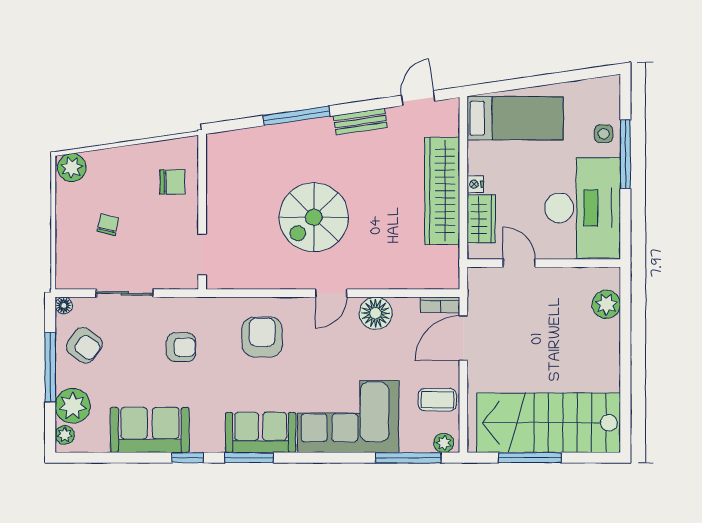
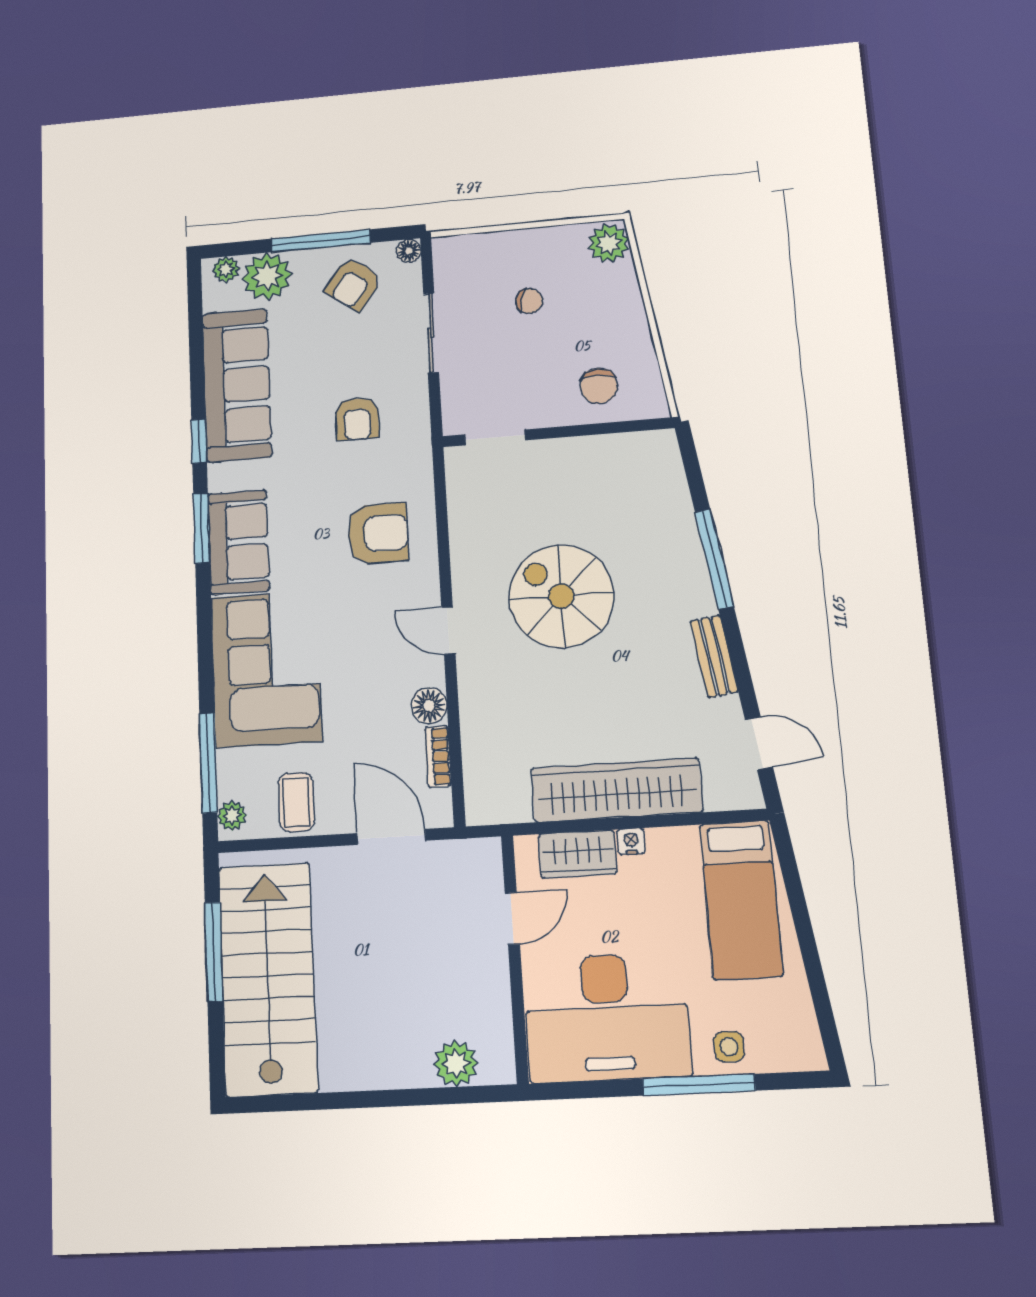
bookcase: (440, 305) -> (438, 756), moved
floor lamp: (376, 313) -> (429, 706), width x0.73, depth x0.73
sofa: (150, 430) -> (237, 385), width x1.36

